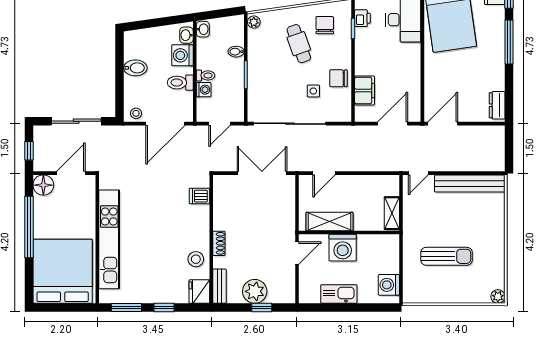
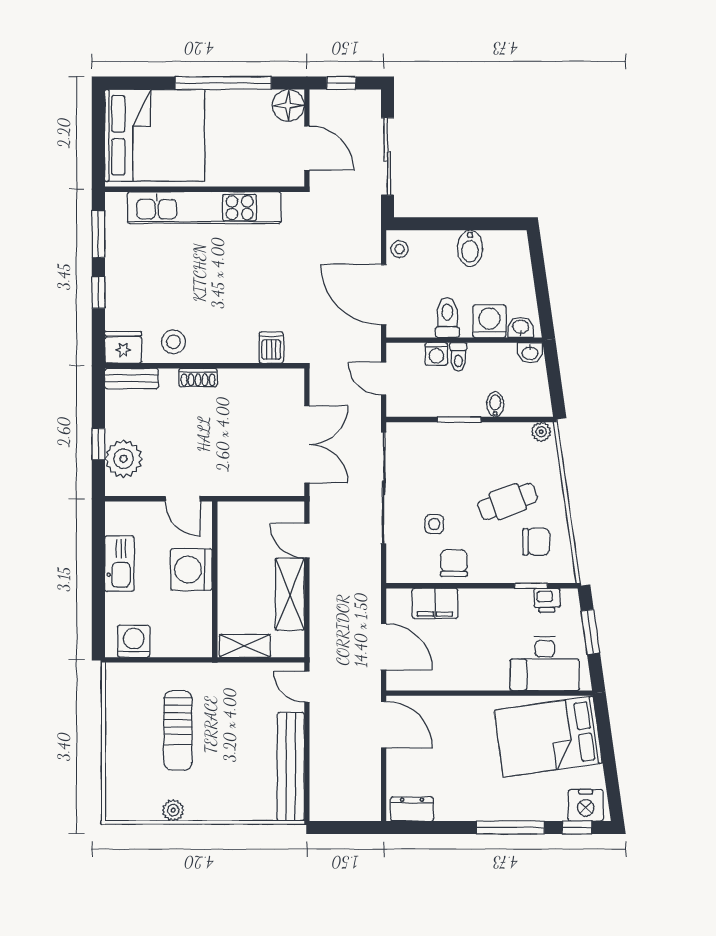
shelving: (329, 222) -> (290, 594), moved
plant: (255, 291) -> (123, 459), moved
plant: (498, 296) -> (173, 810), moved

